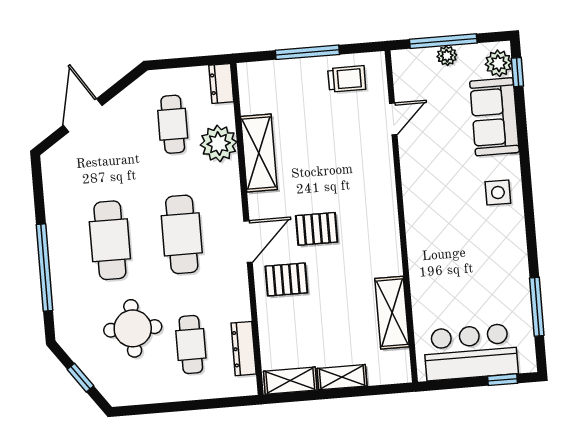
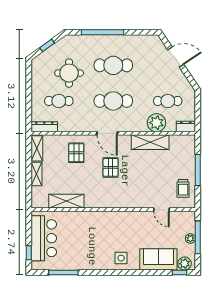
pallet: (286, 279) -> (76, 153), moved
dresser: (244, 349) -> (44, 127), moved

